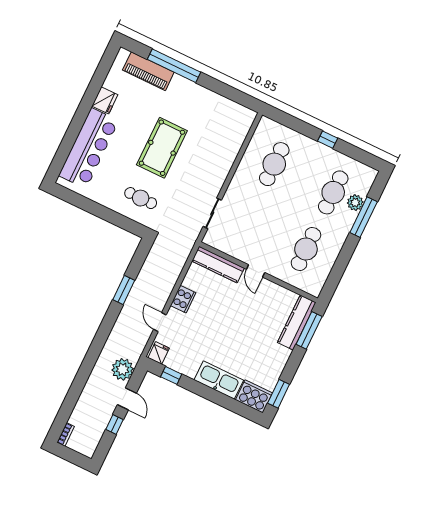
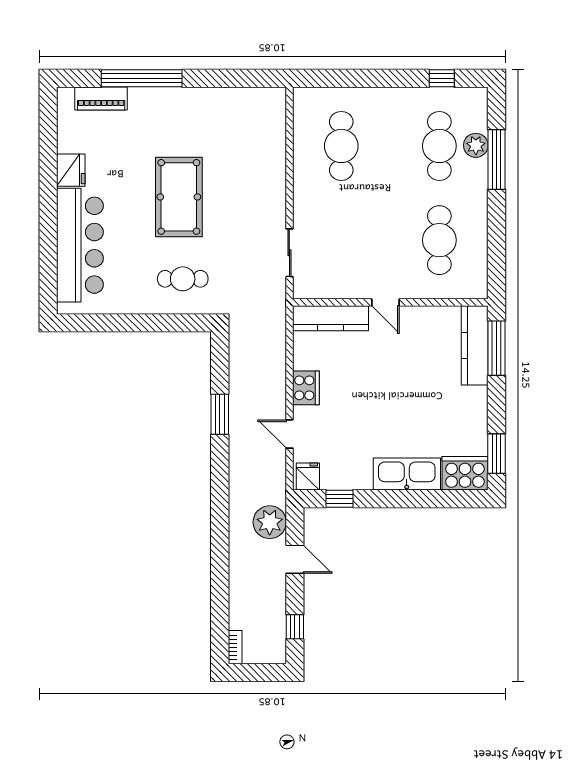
piano: (148, 71) -> (101, 99), width x0.73, depth x0.75
window: (328, 140) -> (442, 78), moved
window: (115, 425) -> (295, 627), moved

